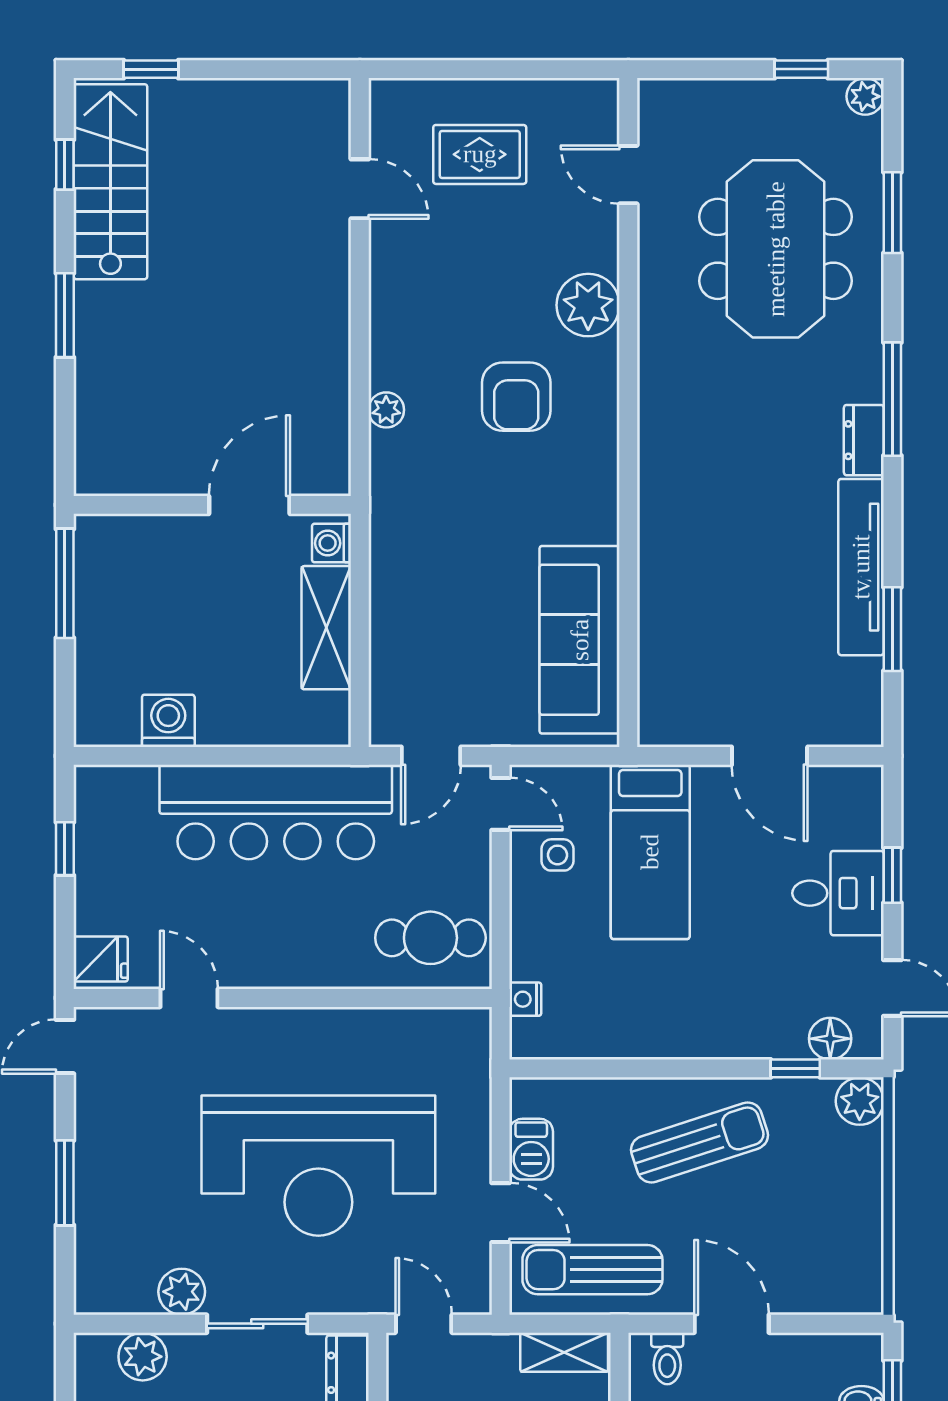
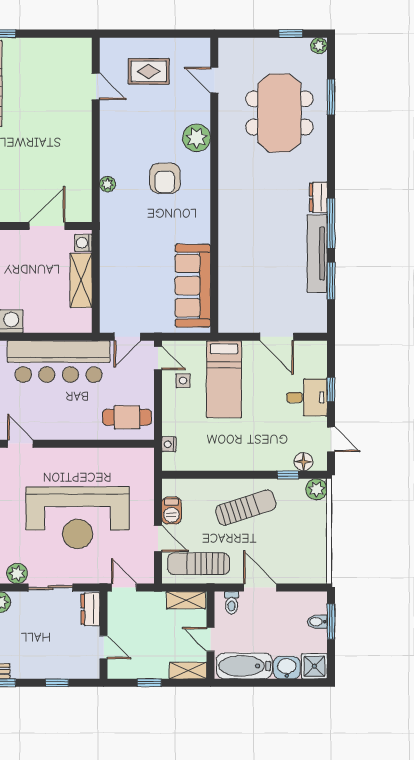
window: (892, 399) -> (331, 223), moved

